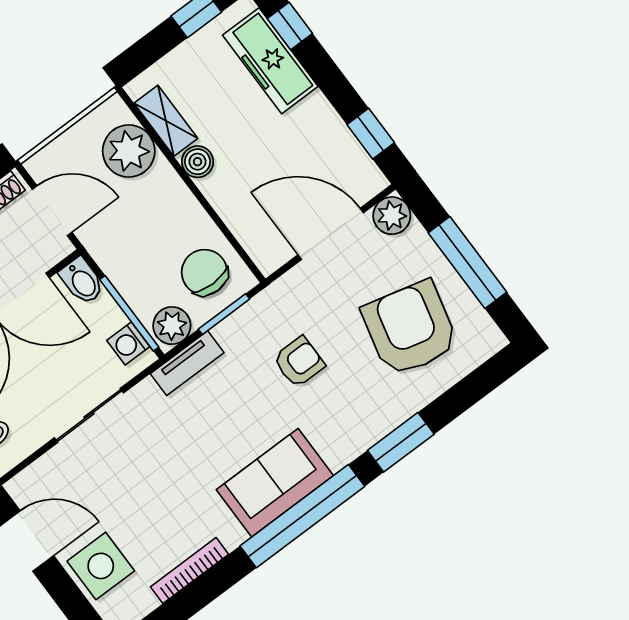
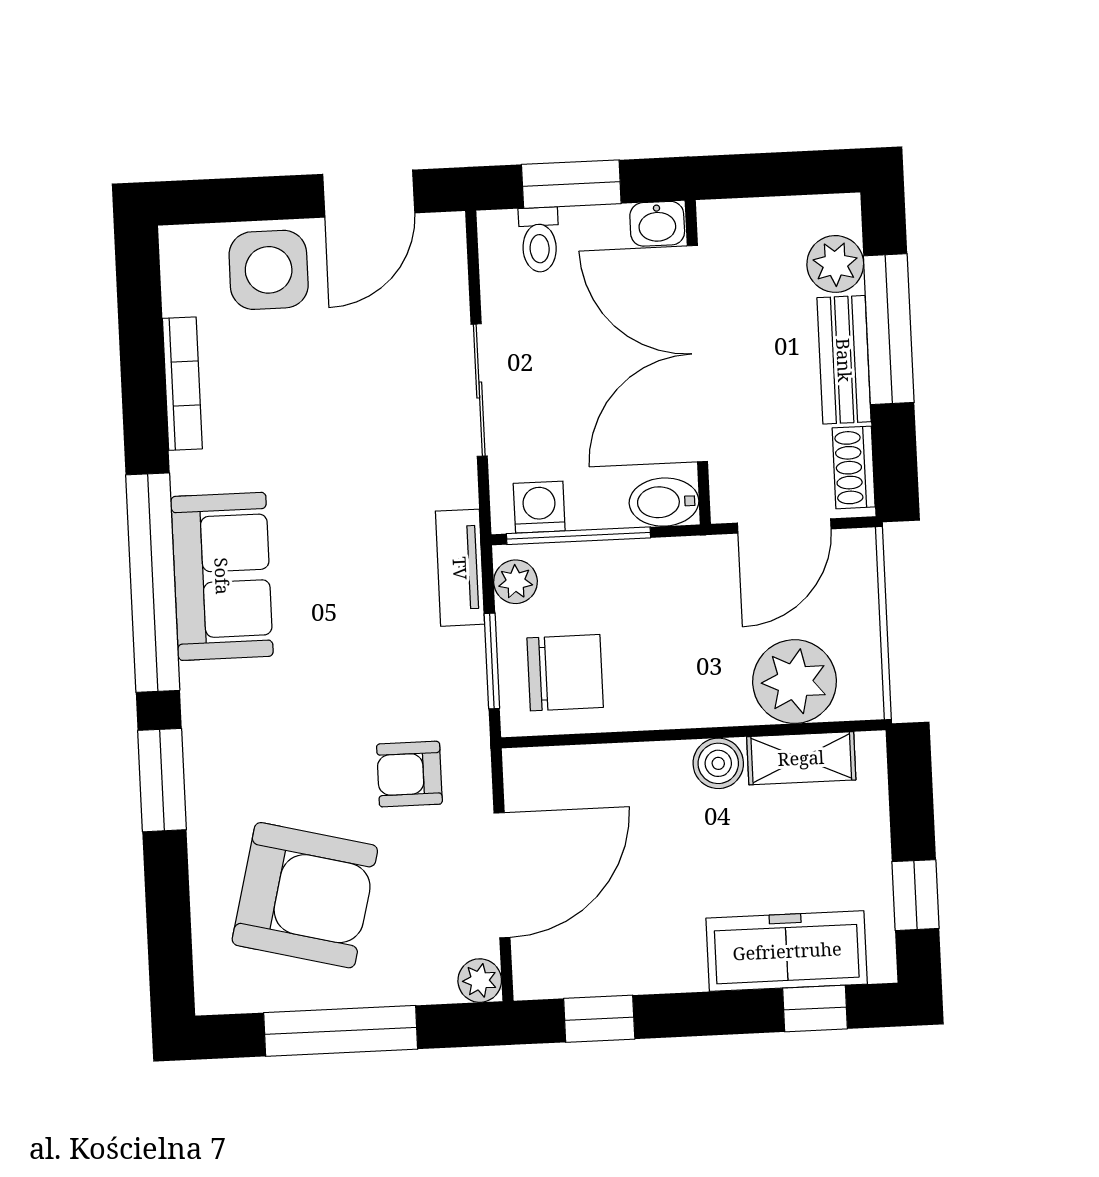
plant: (392, 216) -> (480, 981), width x0.73, depth x0.73
plant: (172, 326) -> (516, 582), width x0.73, depth x0.73
armchair: (299, 362) -> (409, 774), moved, turned 90

